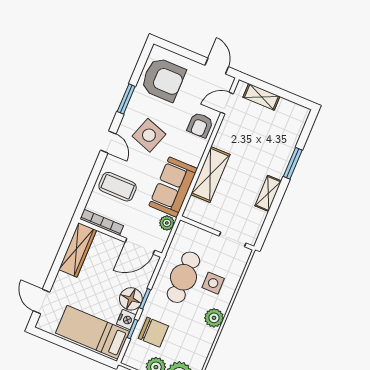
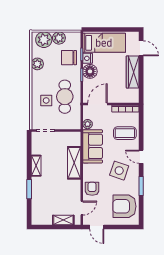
wardrobe: (78, 250) -> (133, 72), moved
plant: (214, 318) -> (37, 64), moved

